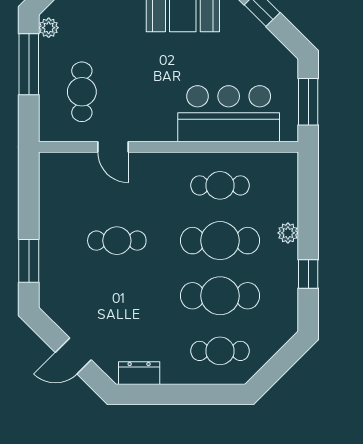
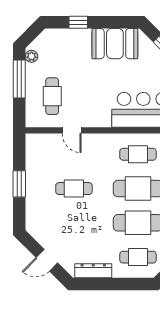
window: (29, 261) -> (19, 184), moved
dresser: (139, 373) -> (93, 271), width x1.44

